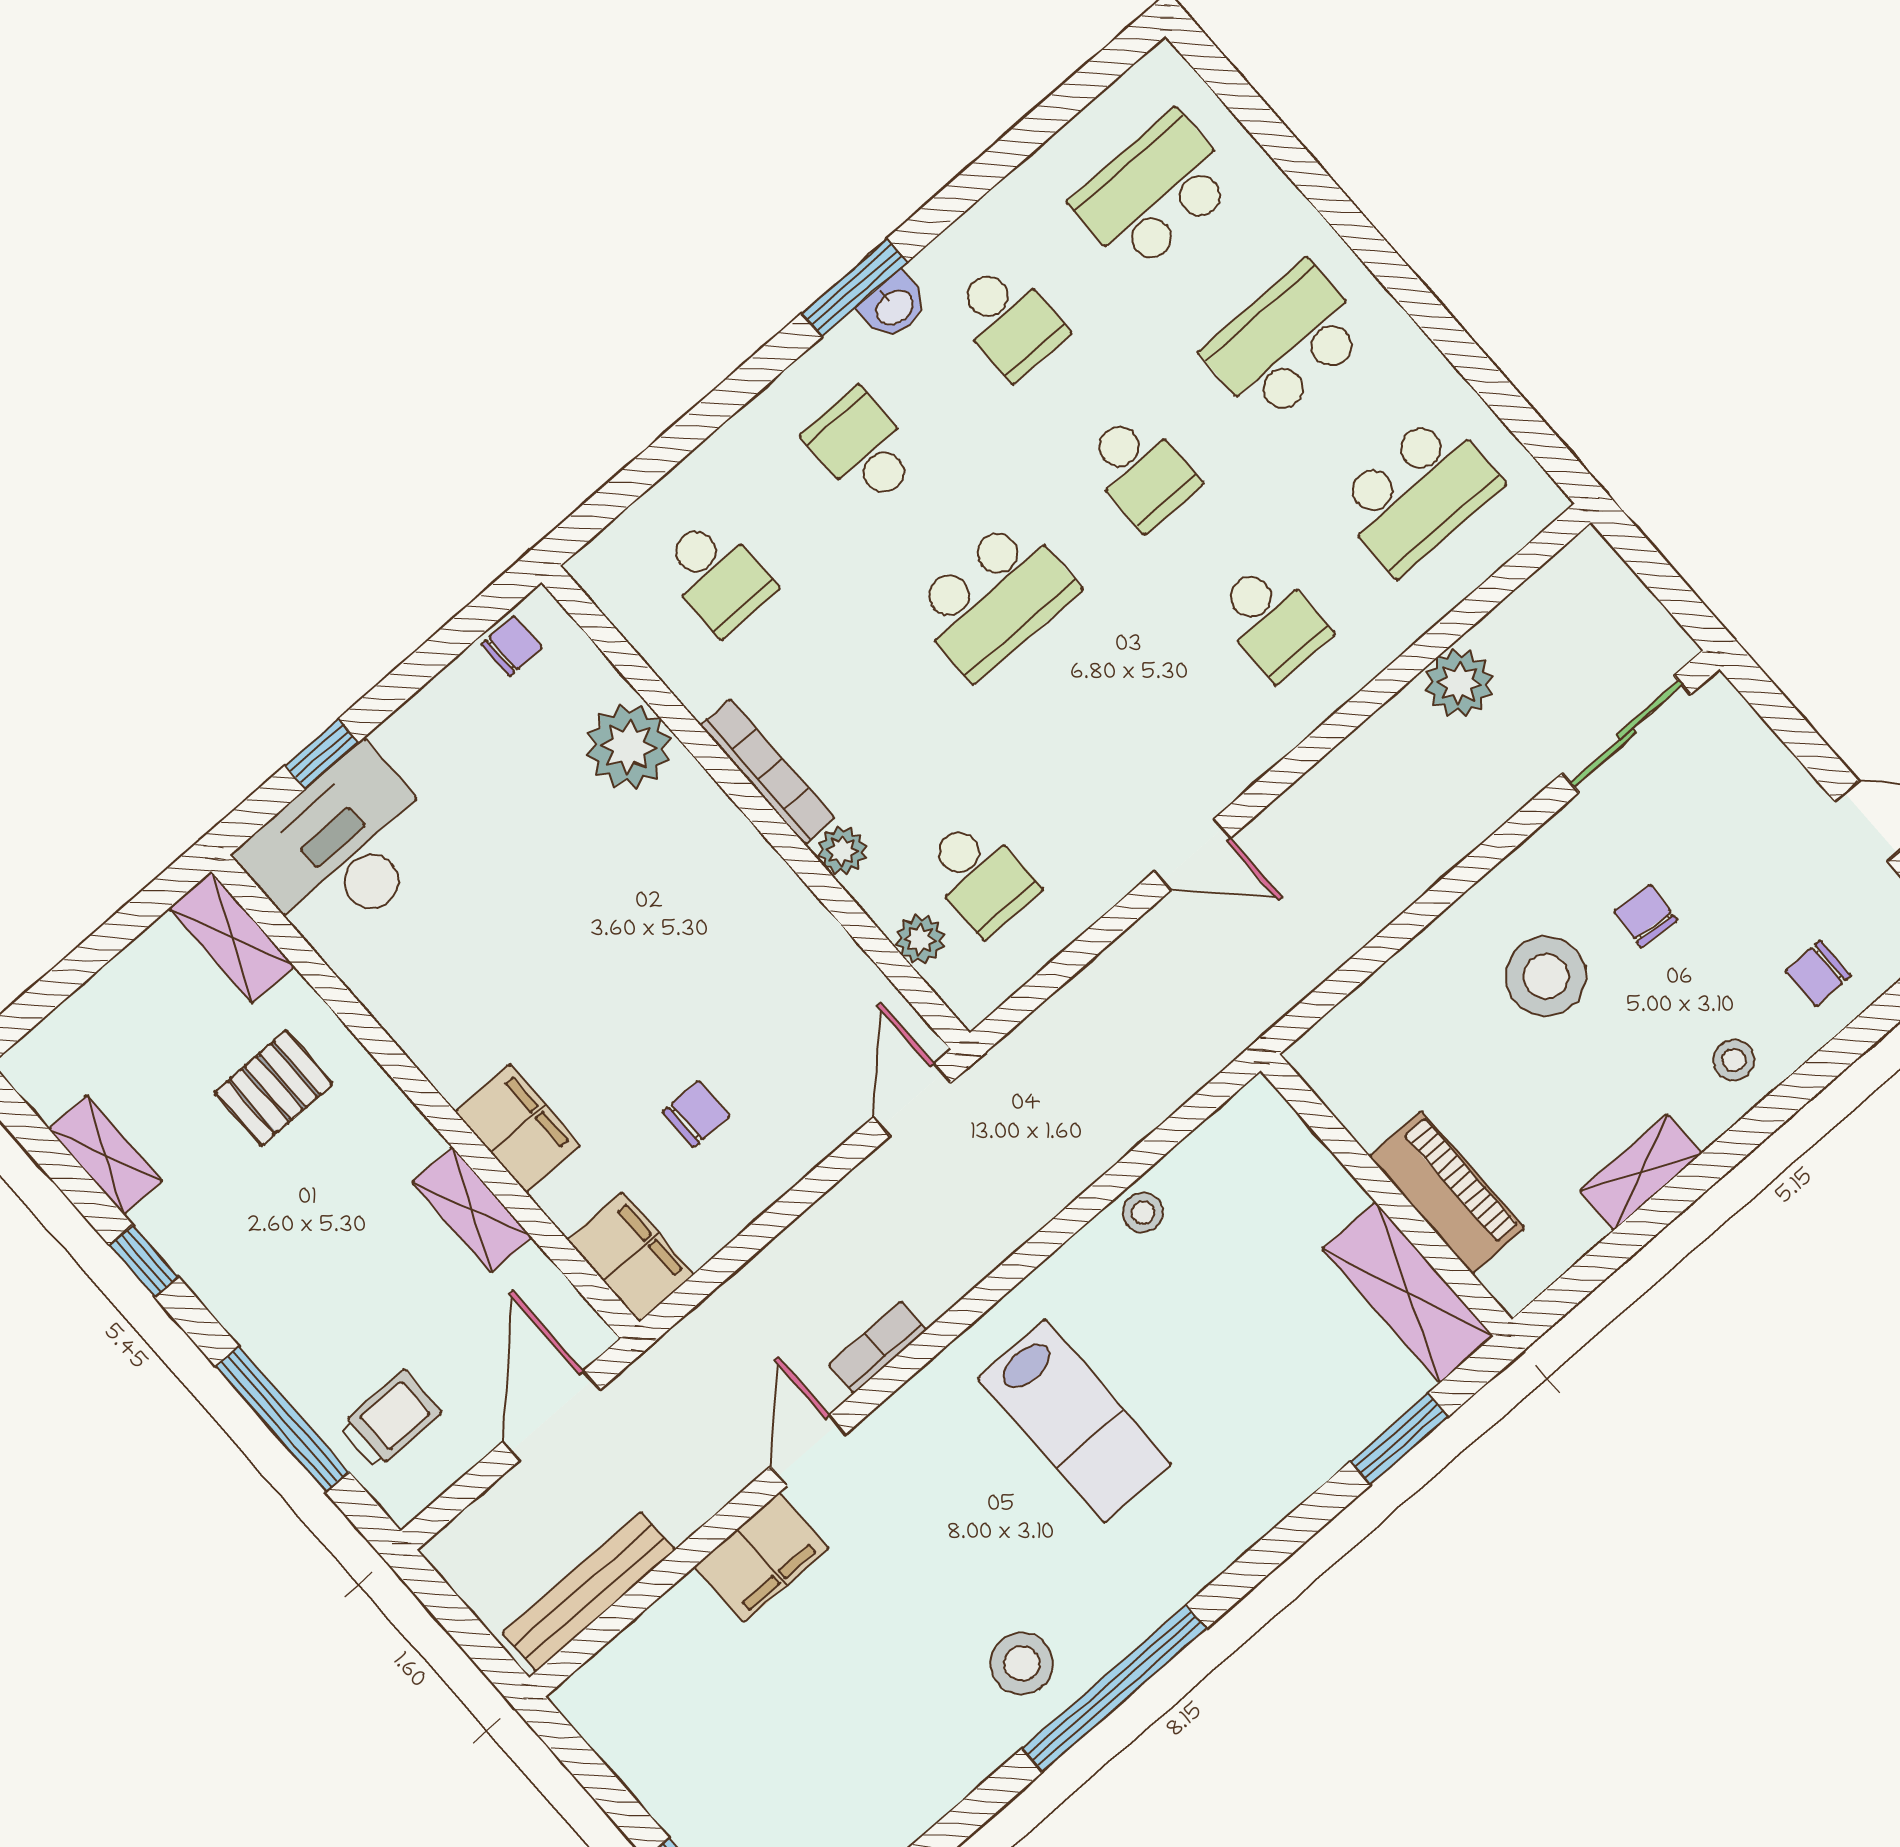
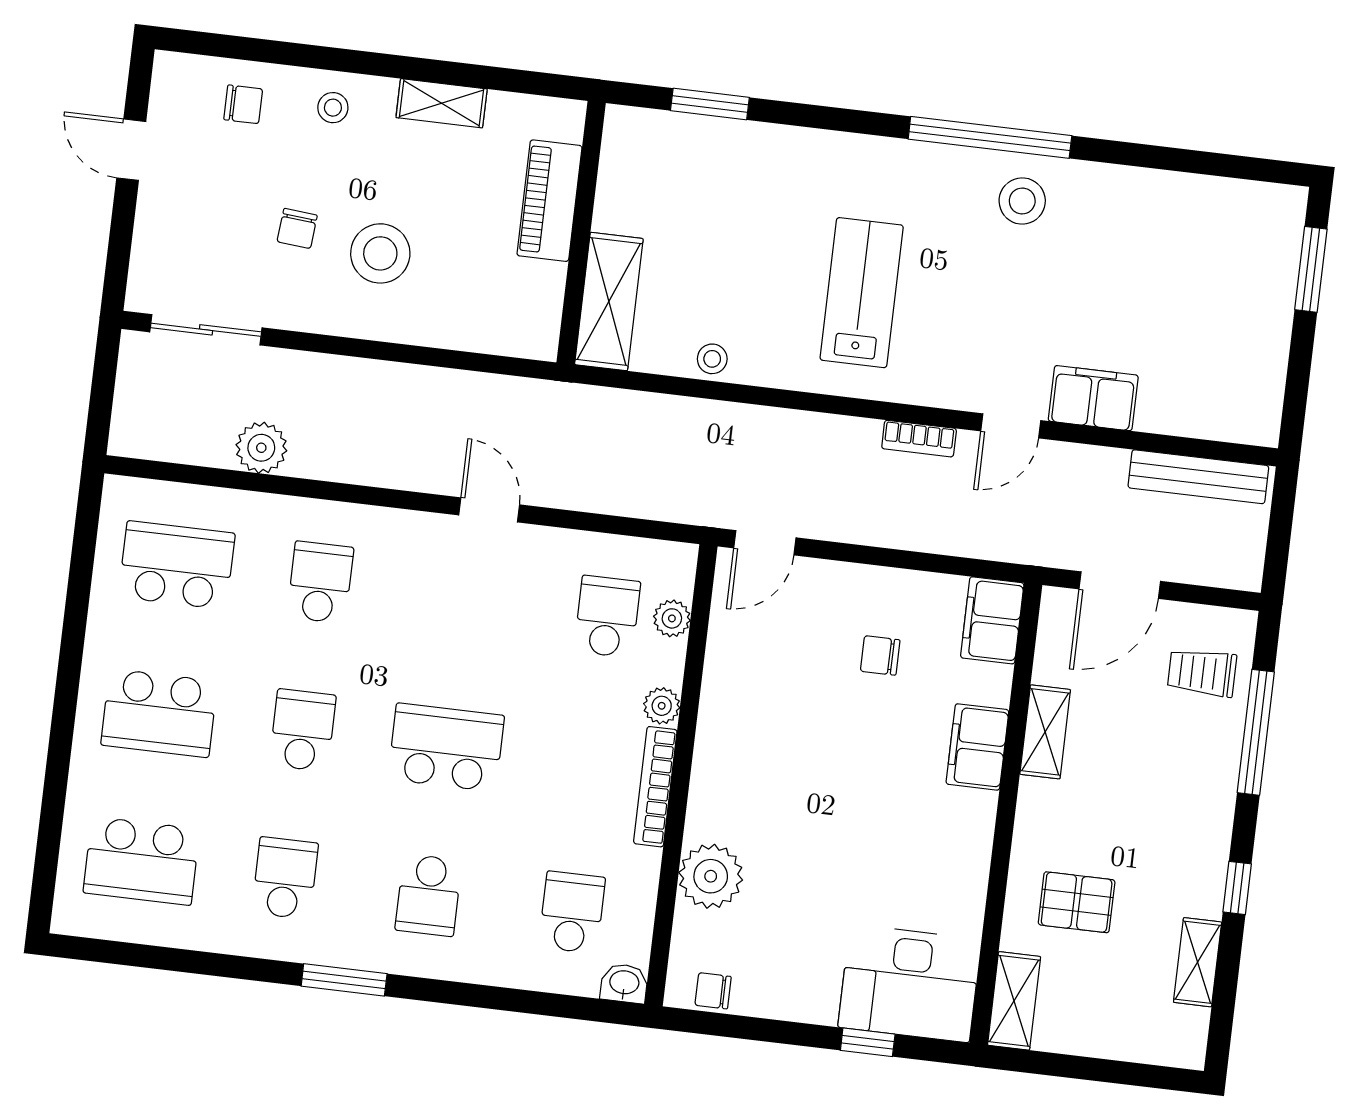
washbasin: (894, 306) -> (624, 983), moved
shelving: (1408, 1292) -> (609, 302), moved

